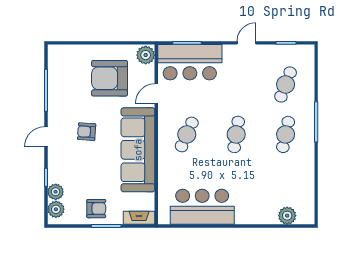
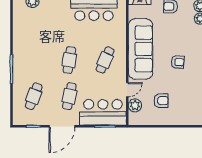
door: (246, 43) -> (62, 126), width x1.88
plant: (146, 55) -> (135, 105), moved
armchair: (110, 78) -> (161, 101), width x0.53, depth x0.53
cafe table: (286, 134) -> (69, 96), moved

